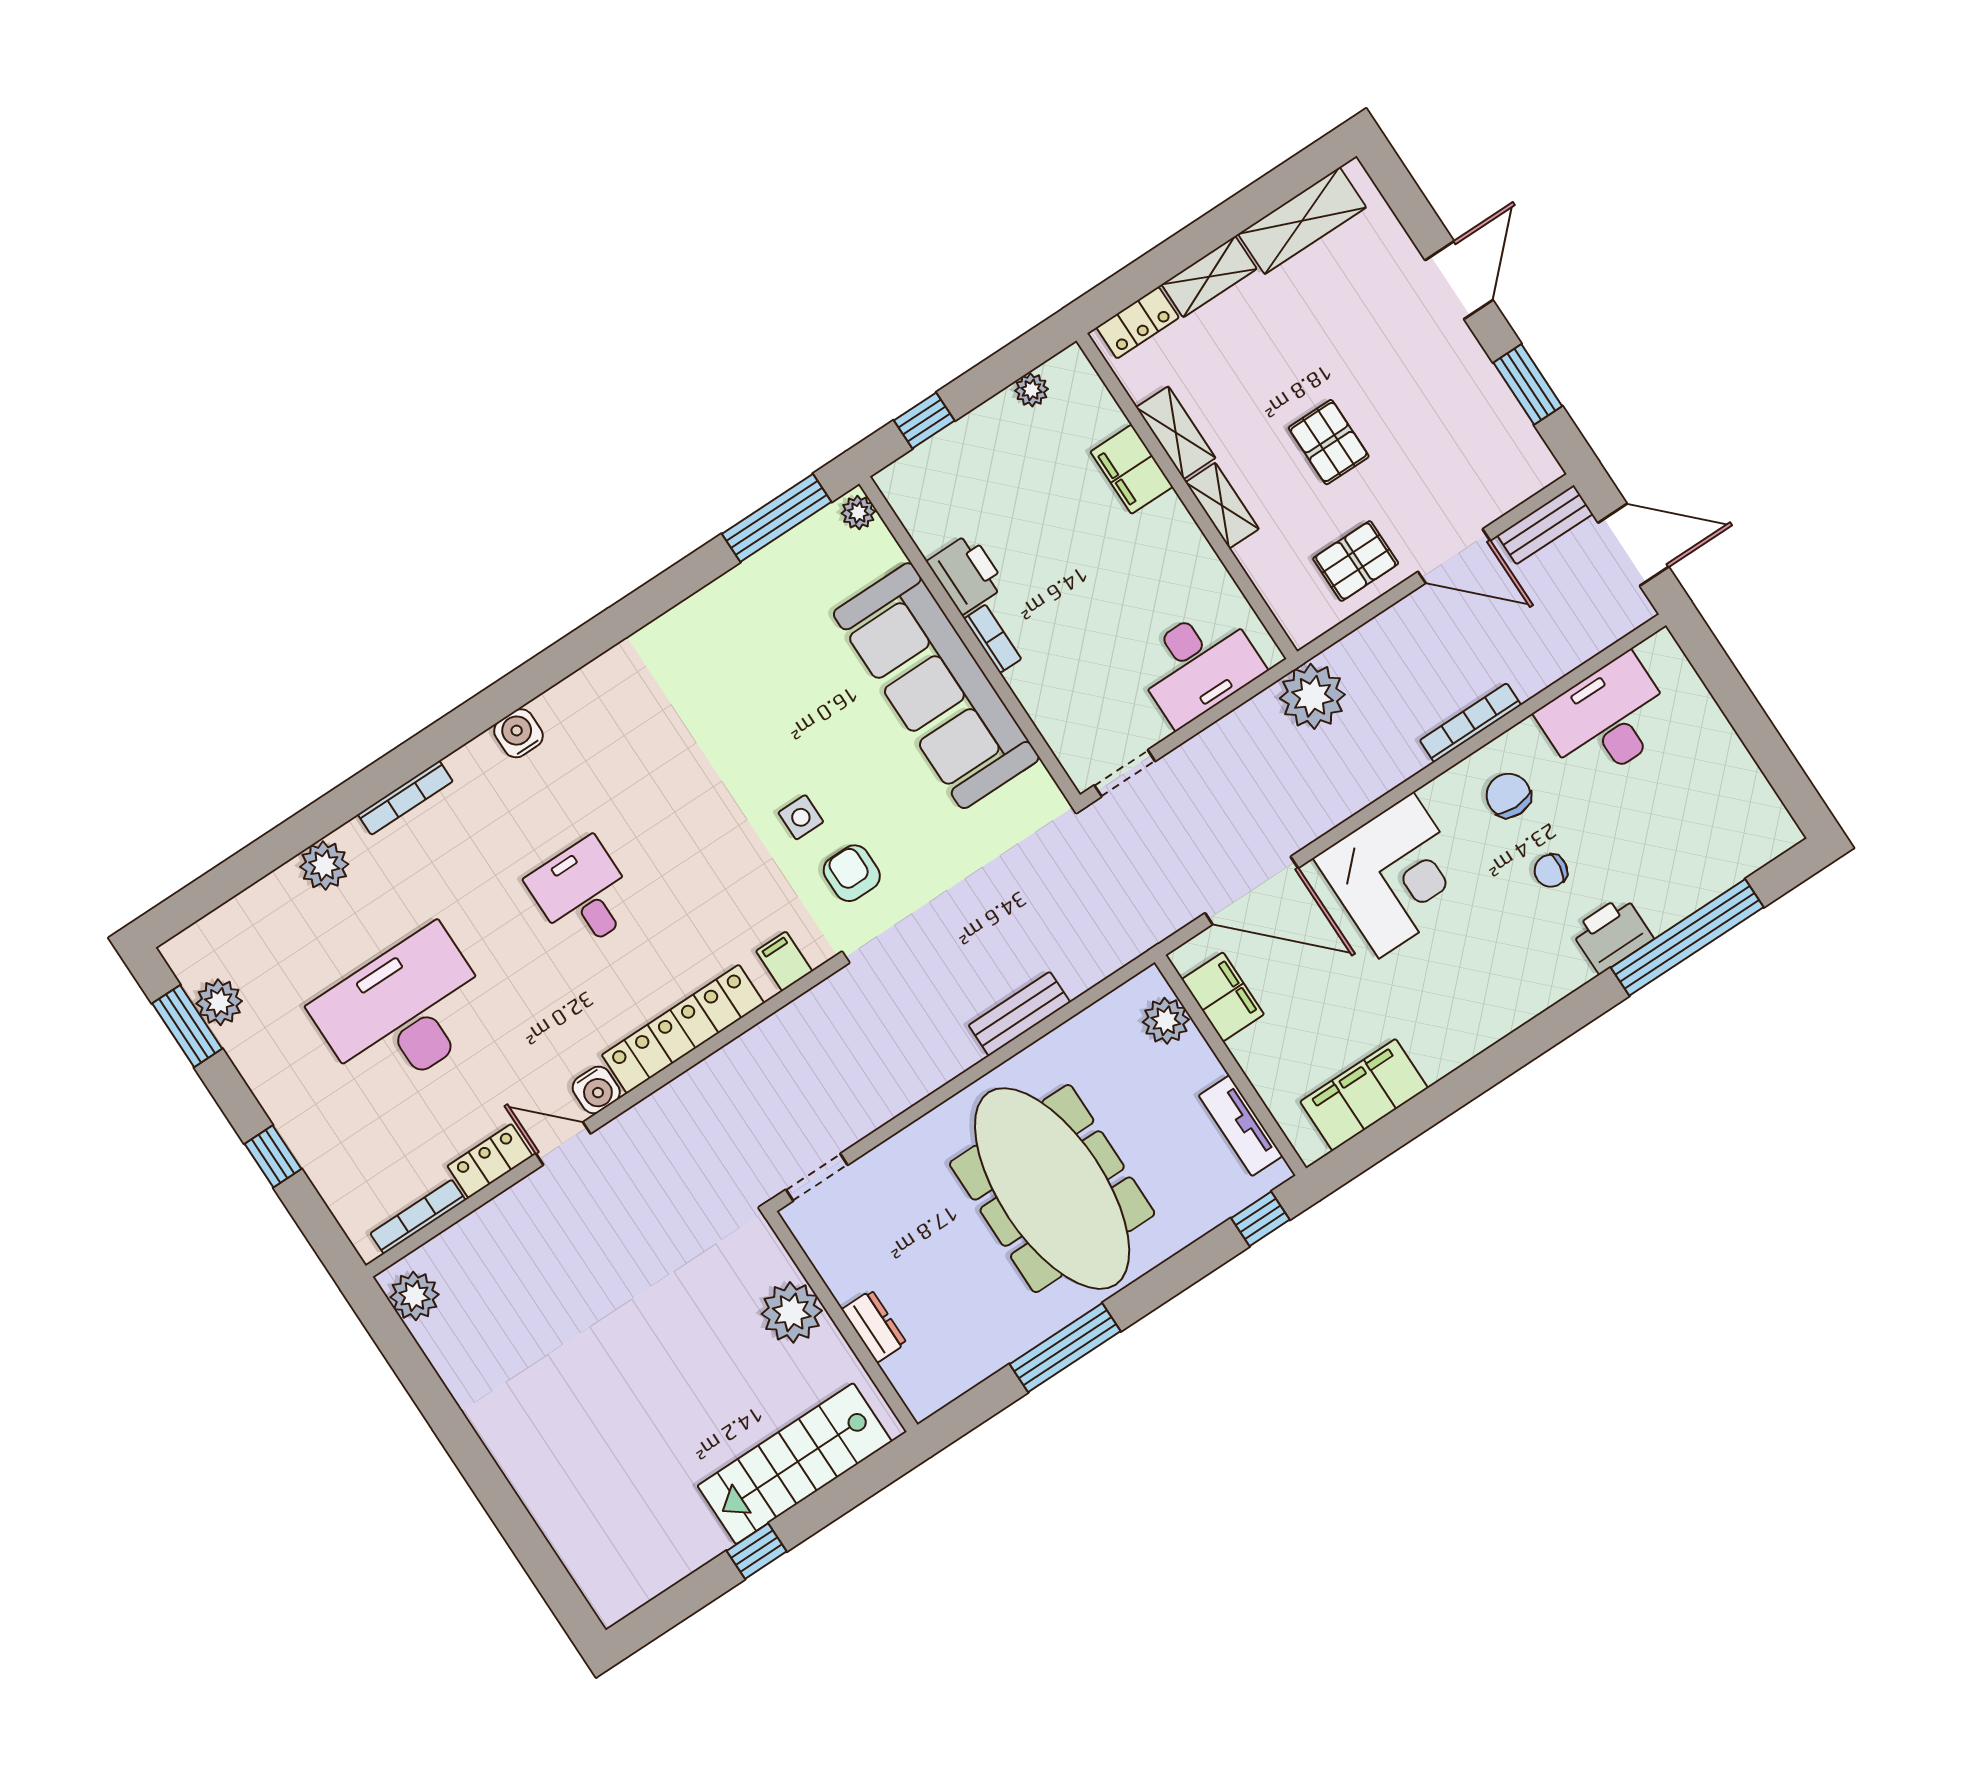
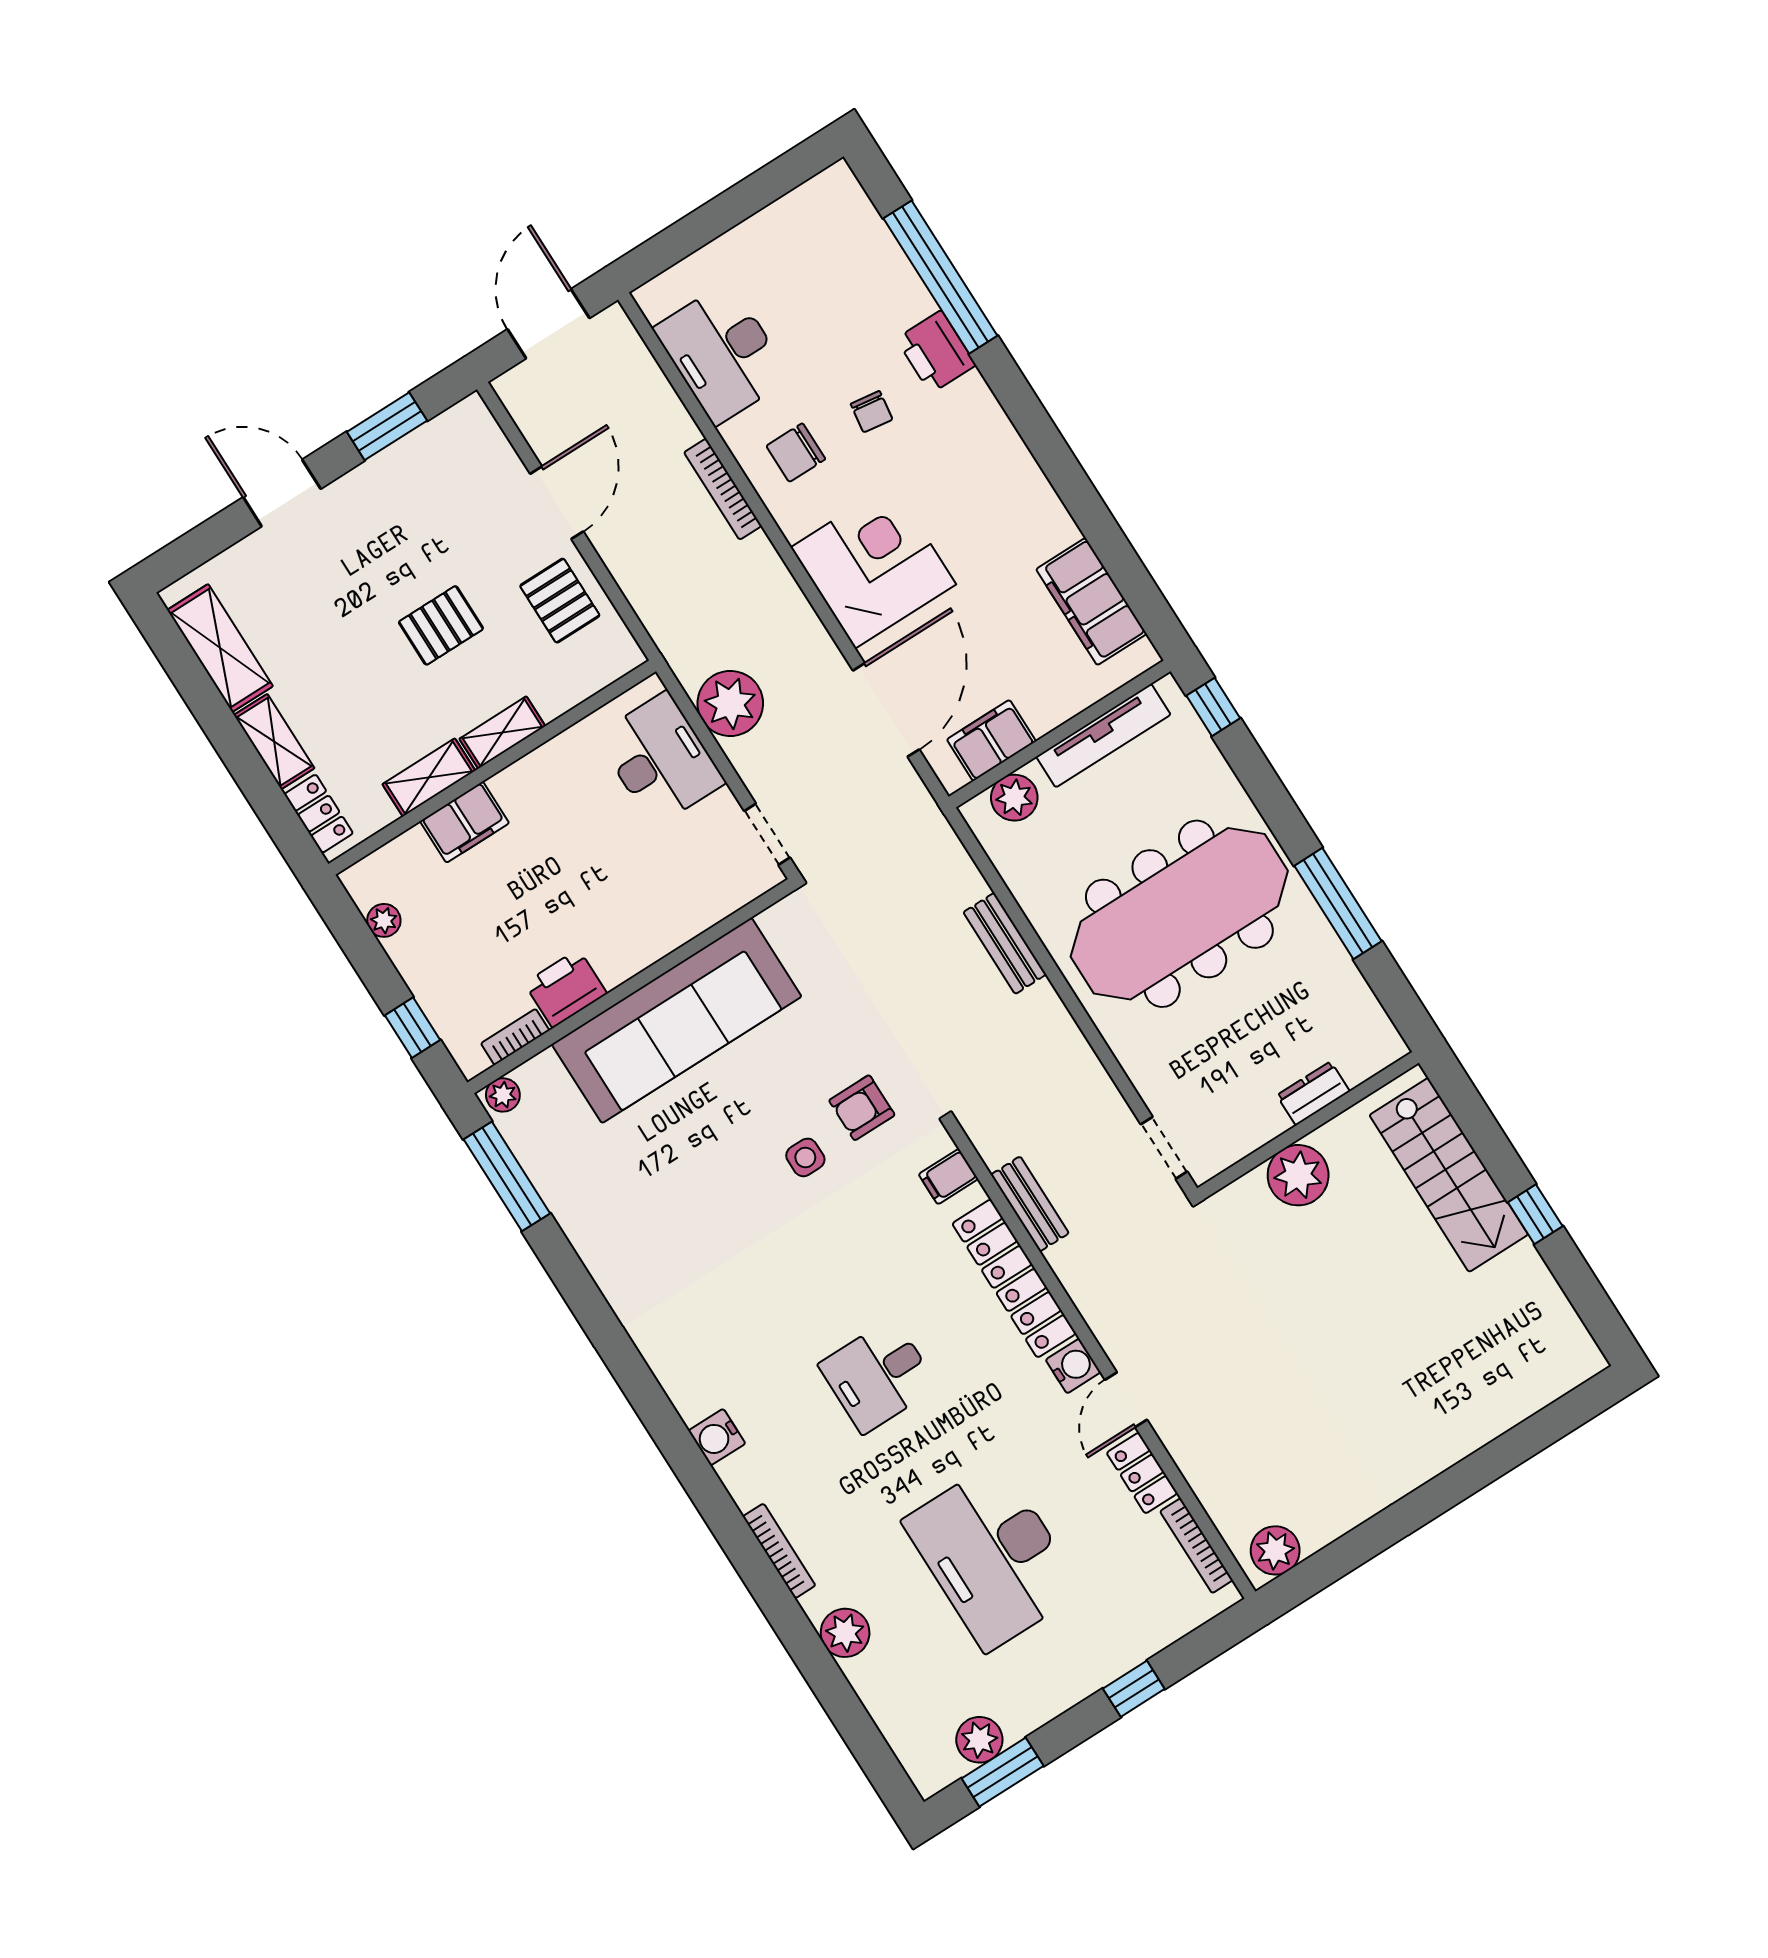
bench: (1545, 525) -> (1030, 1204), moved
bookcase: (993, 639) -> (515, 1037), moved
plant: (1312, 696) -> (730, 703), moved
tv unit: (1241, 1126) -> (1103, 736), width x1.41

